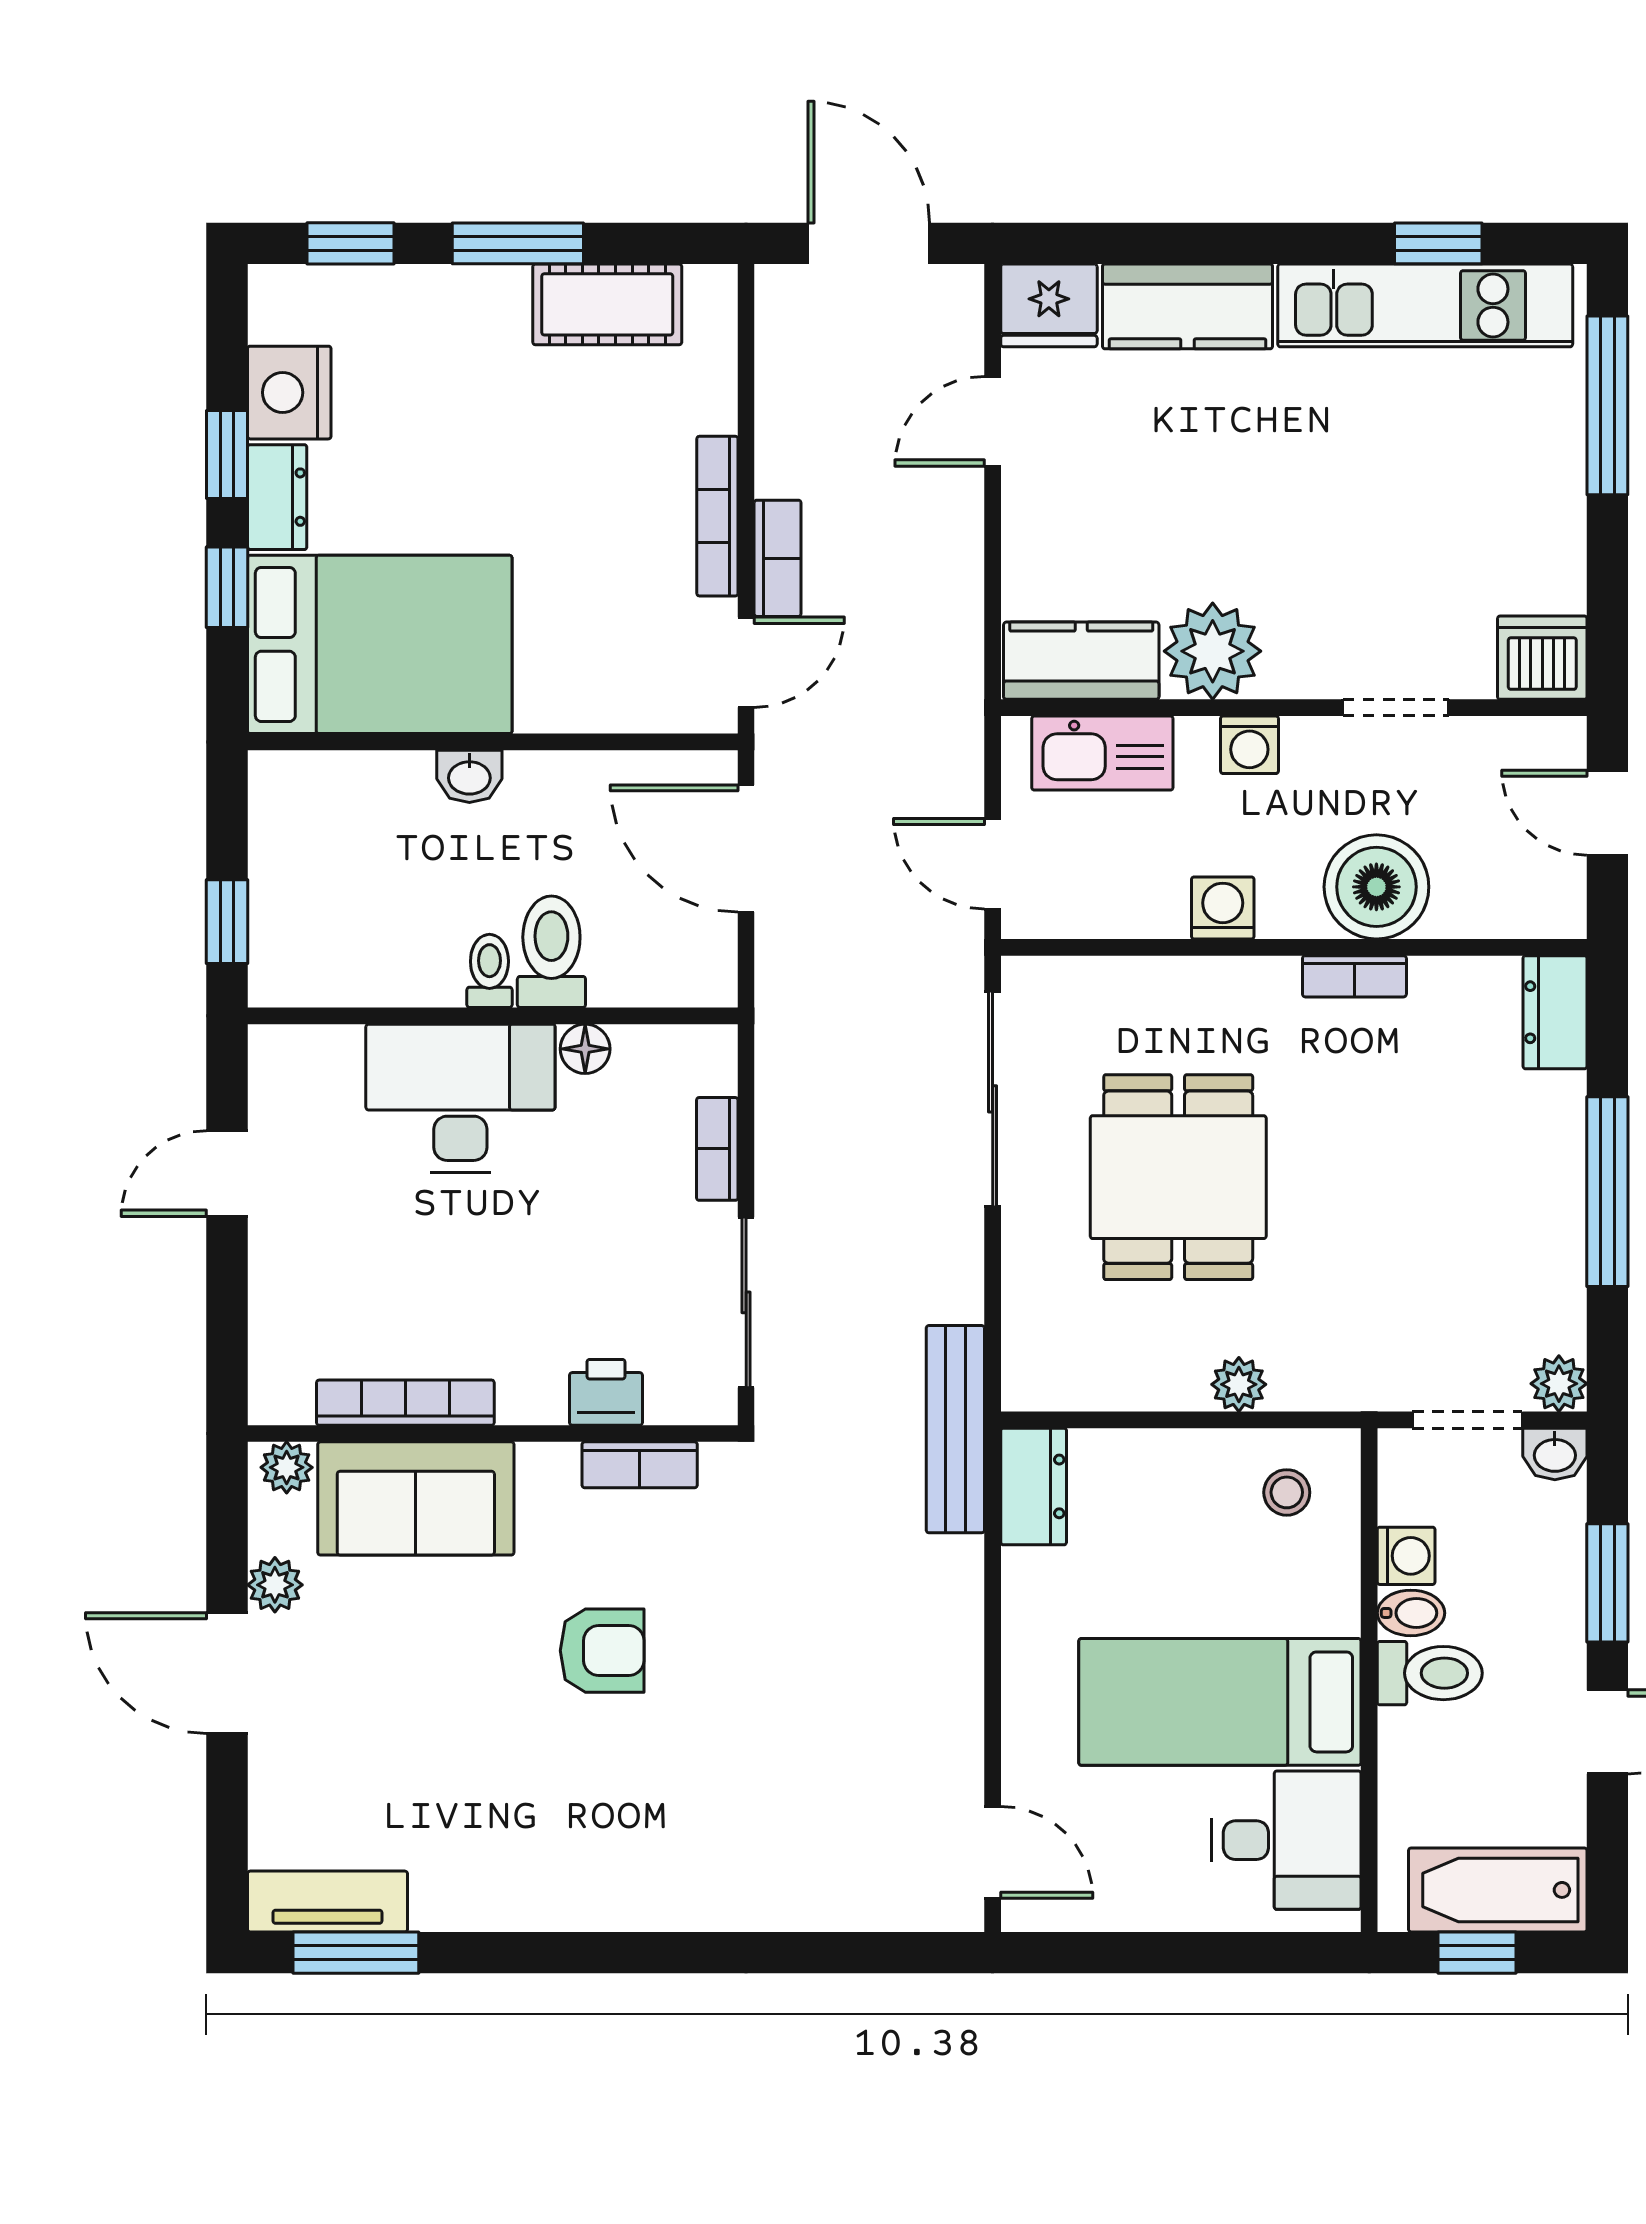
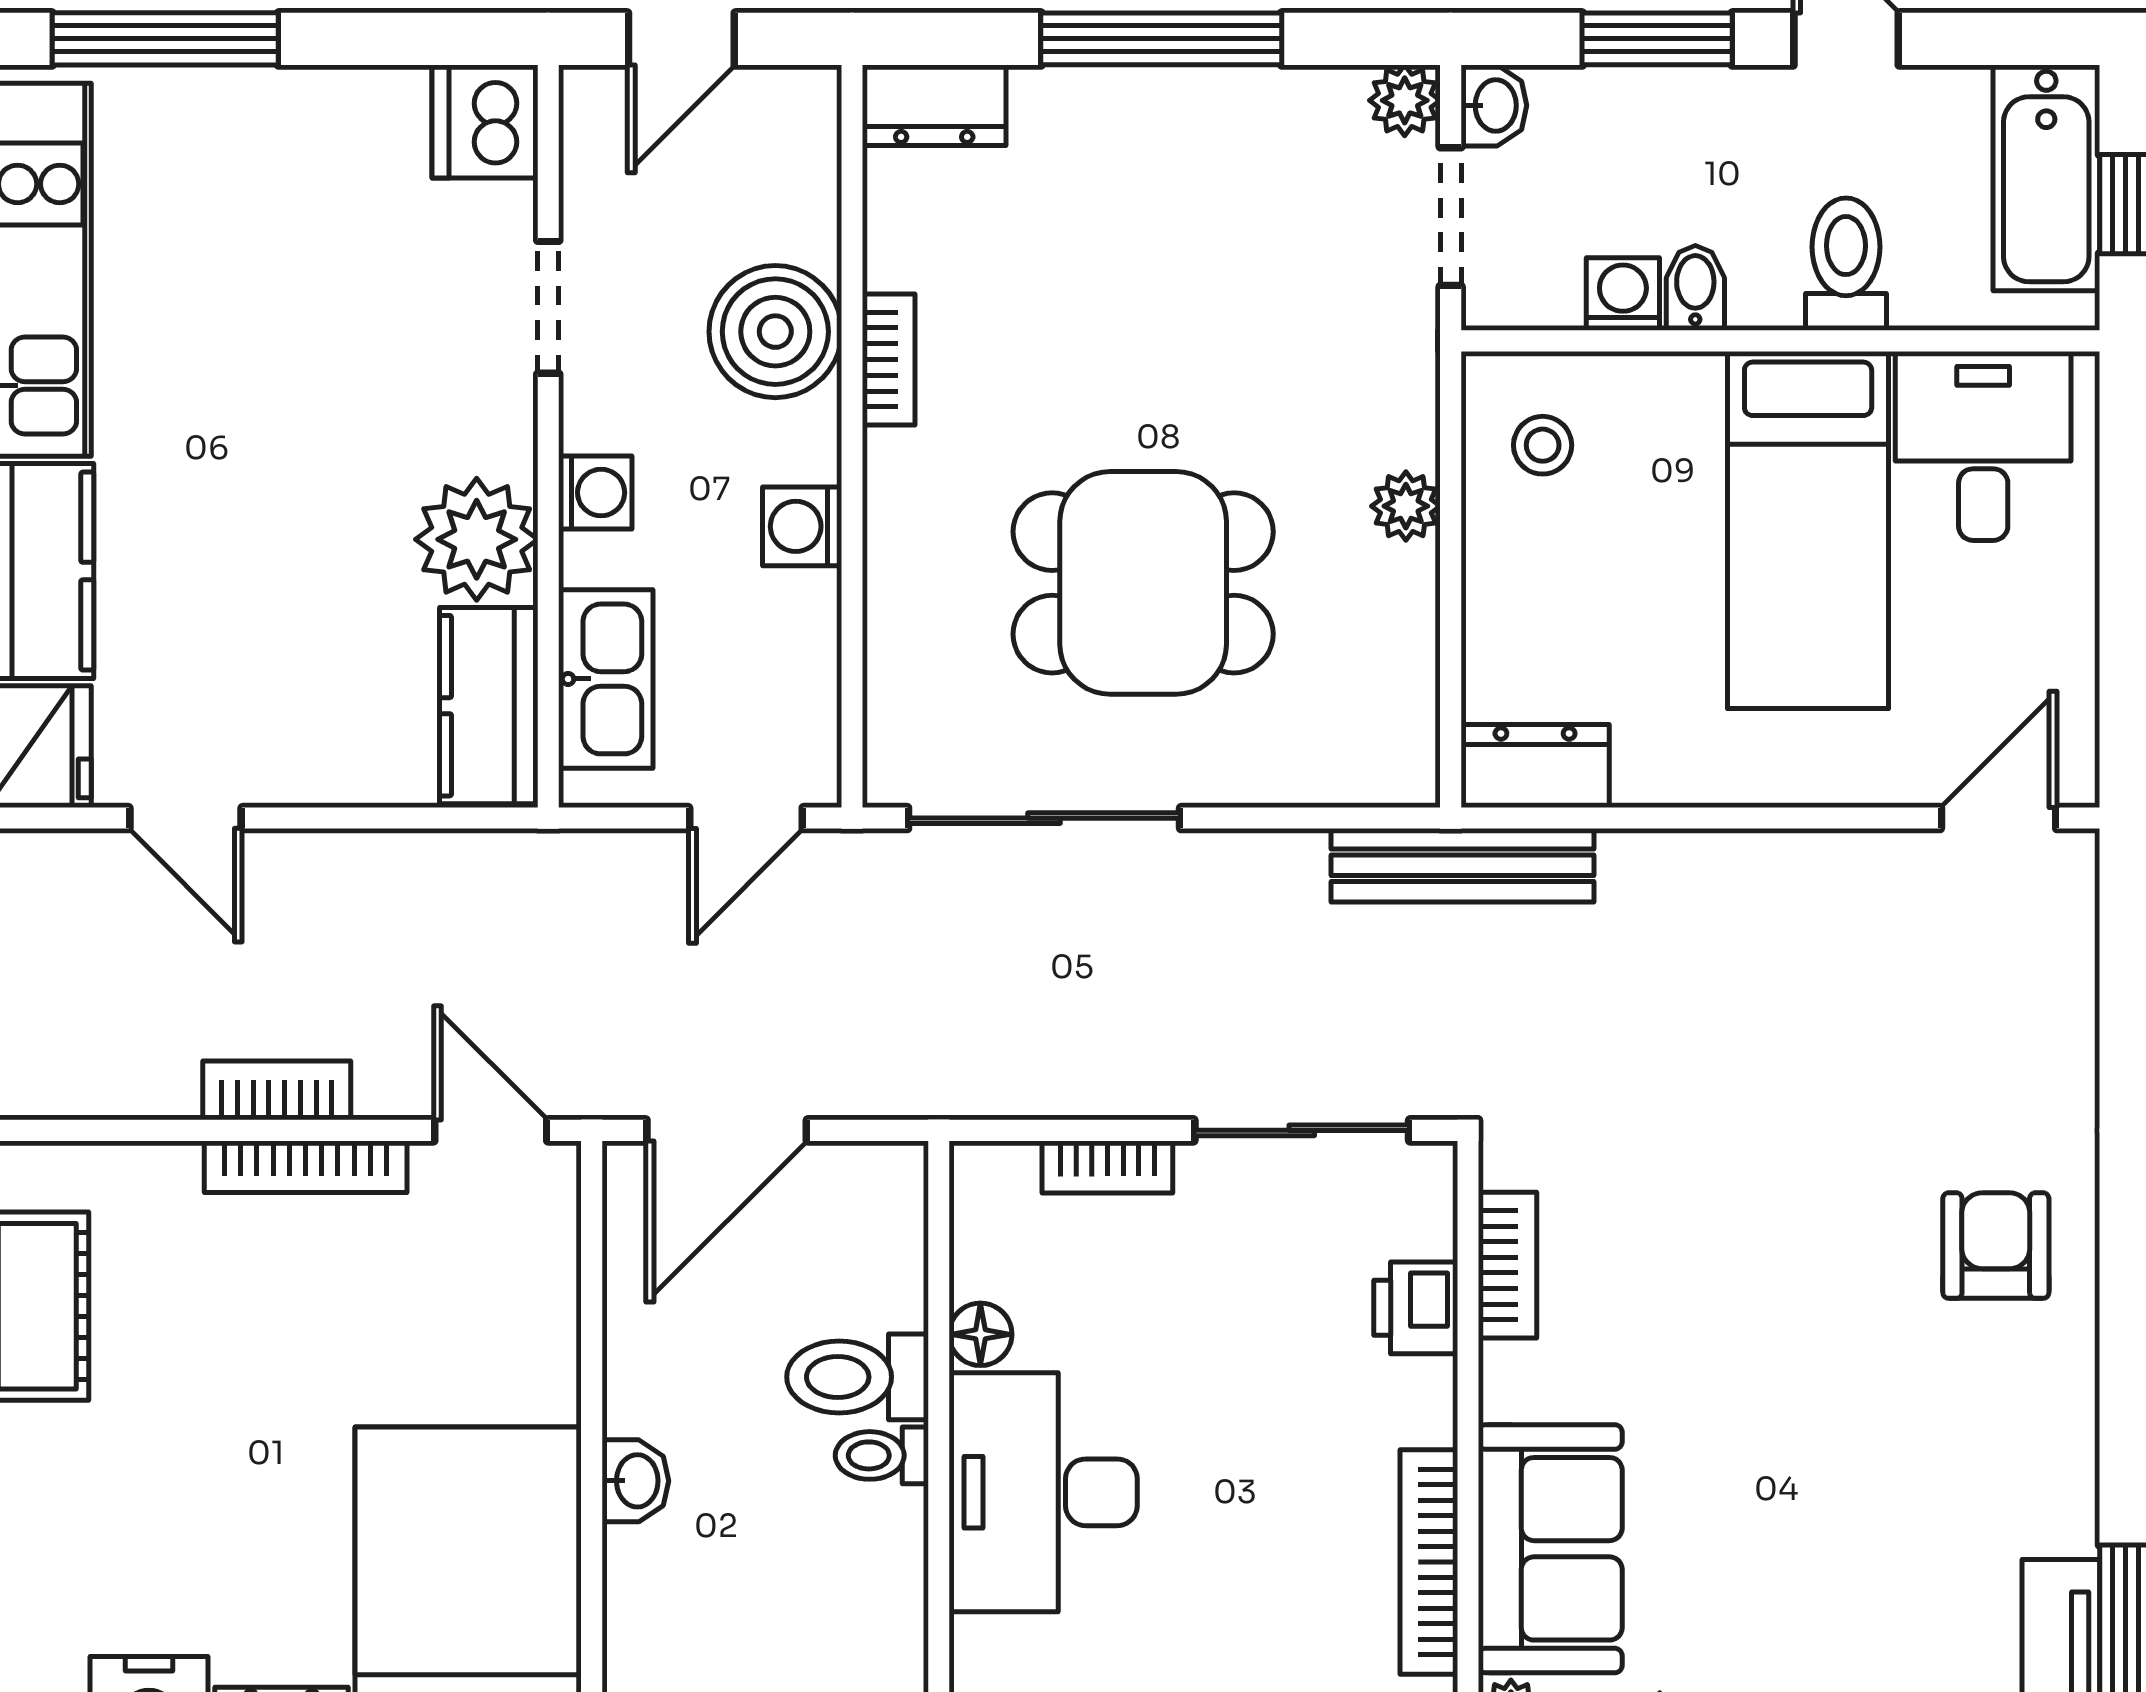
bookcase: (778, 558) -> (277, 1090), moved
armchair: (602, 1651) -> (1996, 1246), moved
toilet: (1430, 1673) -> (1846, 264), moved

